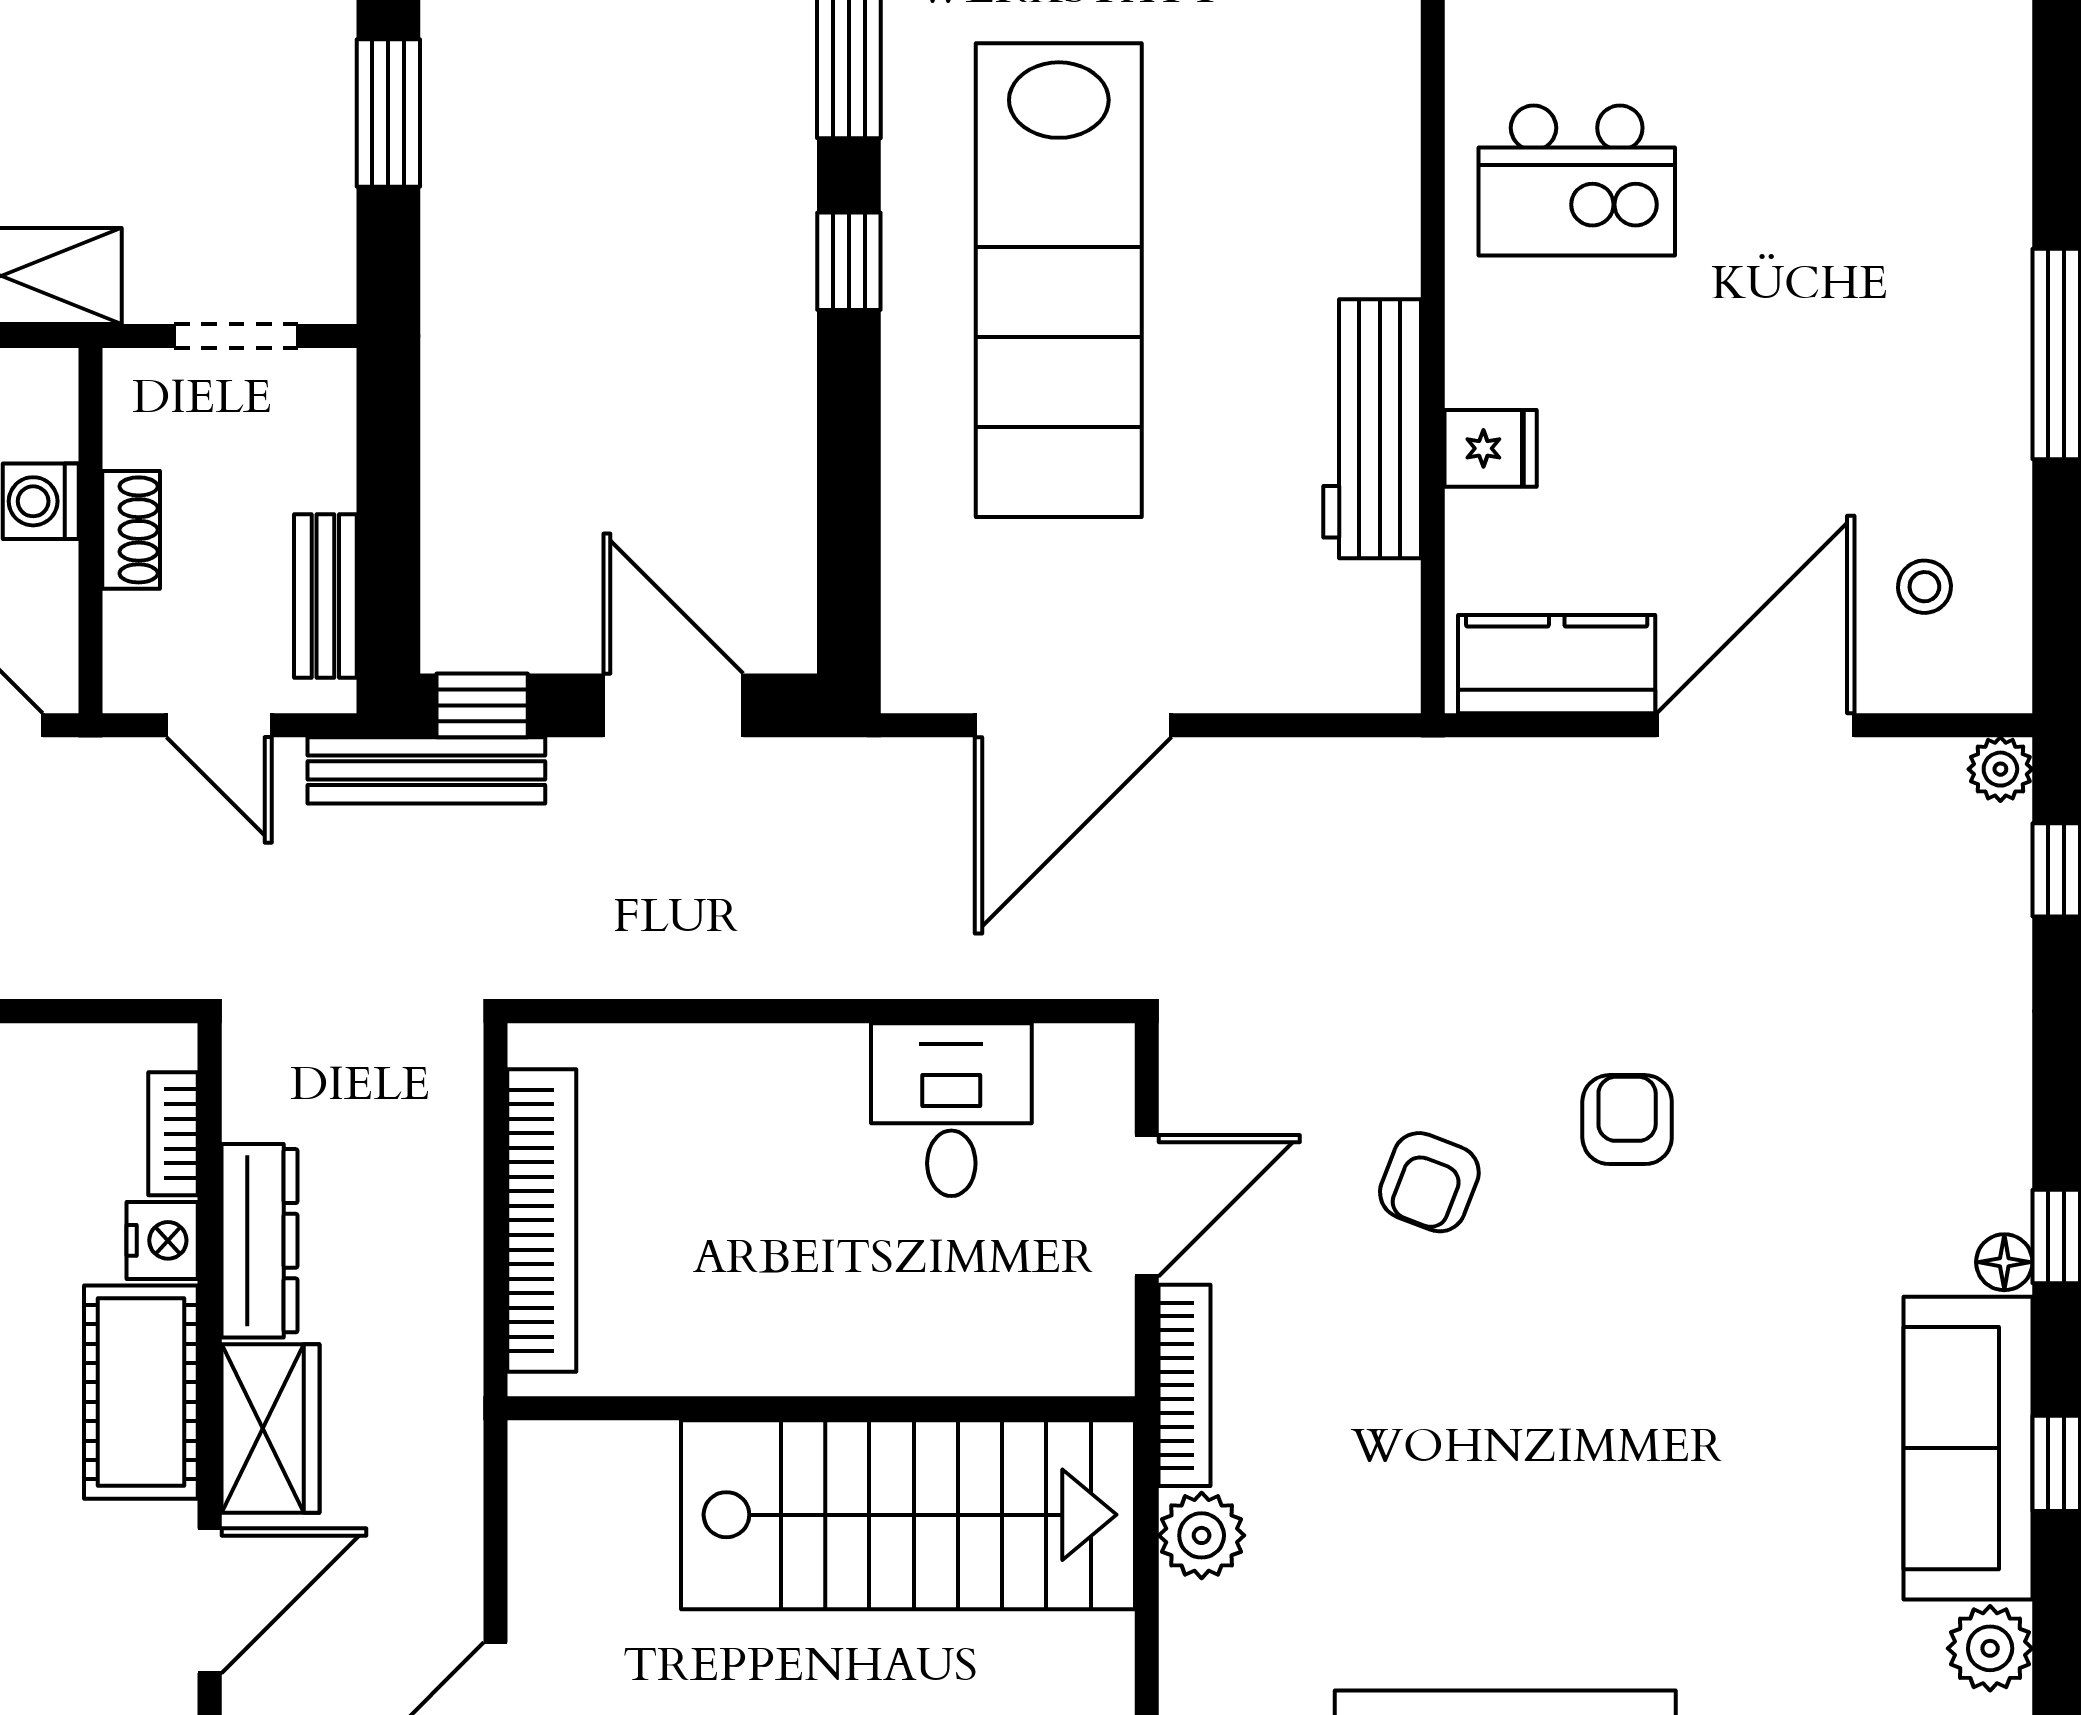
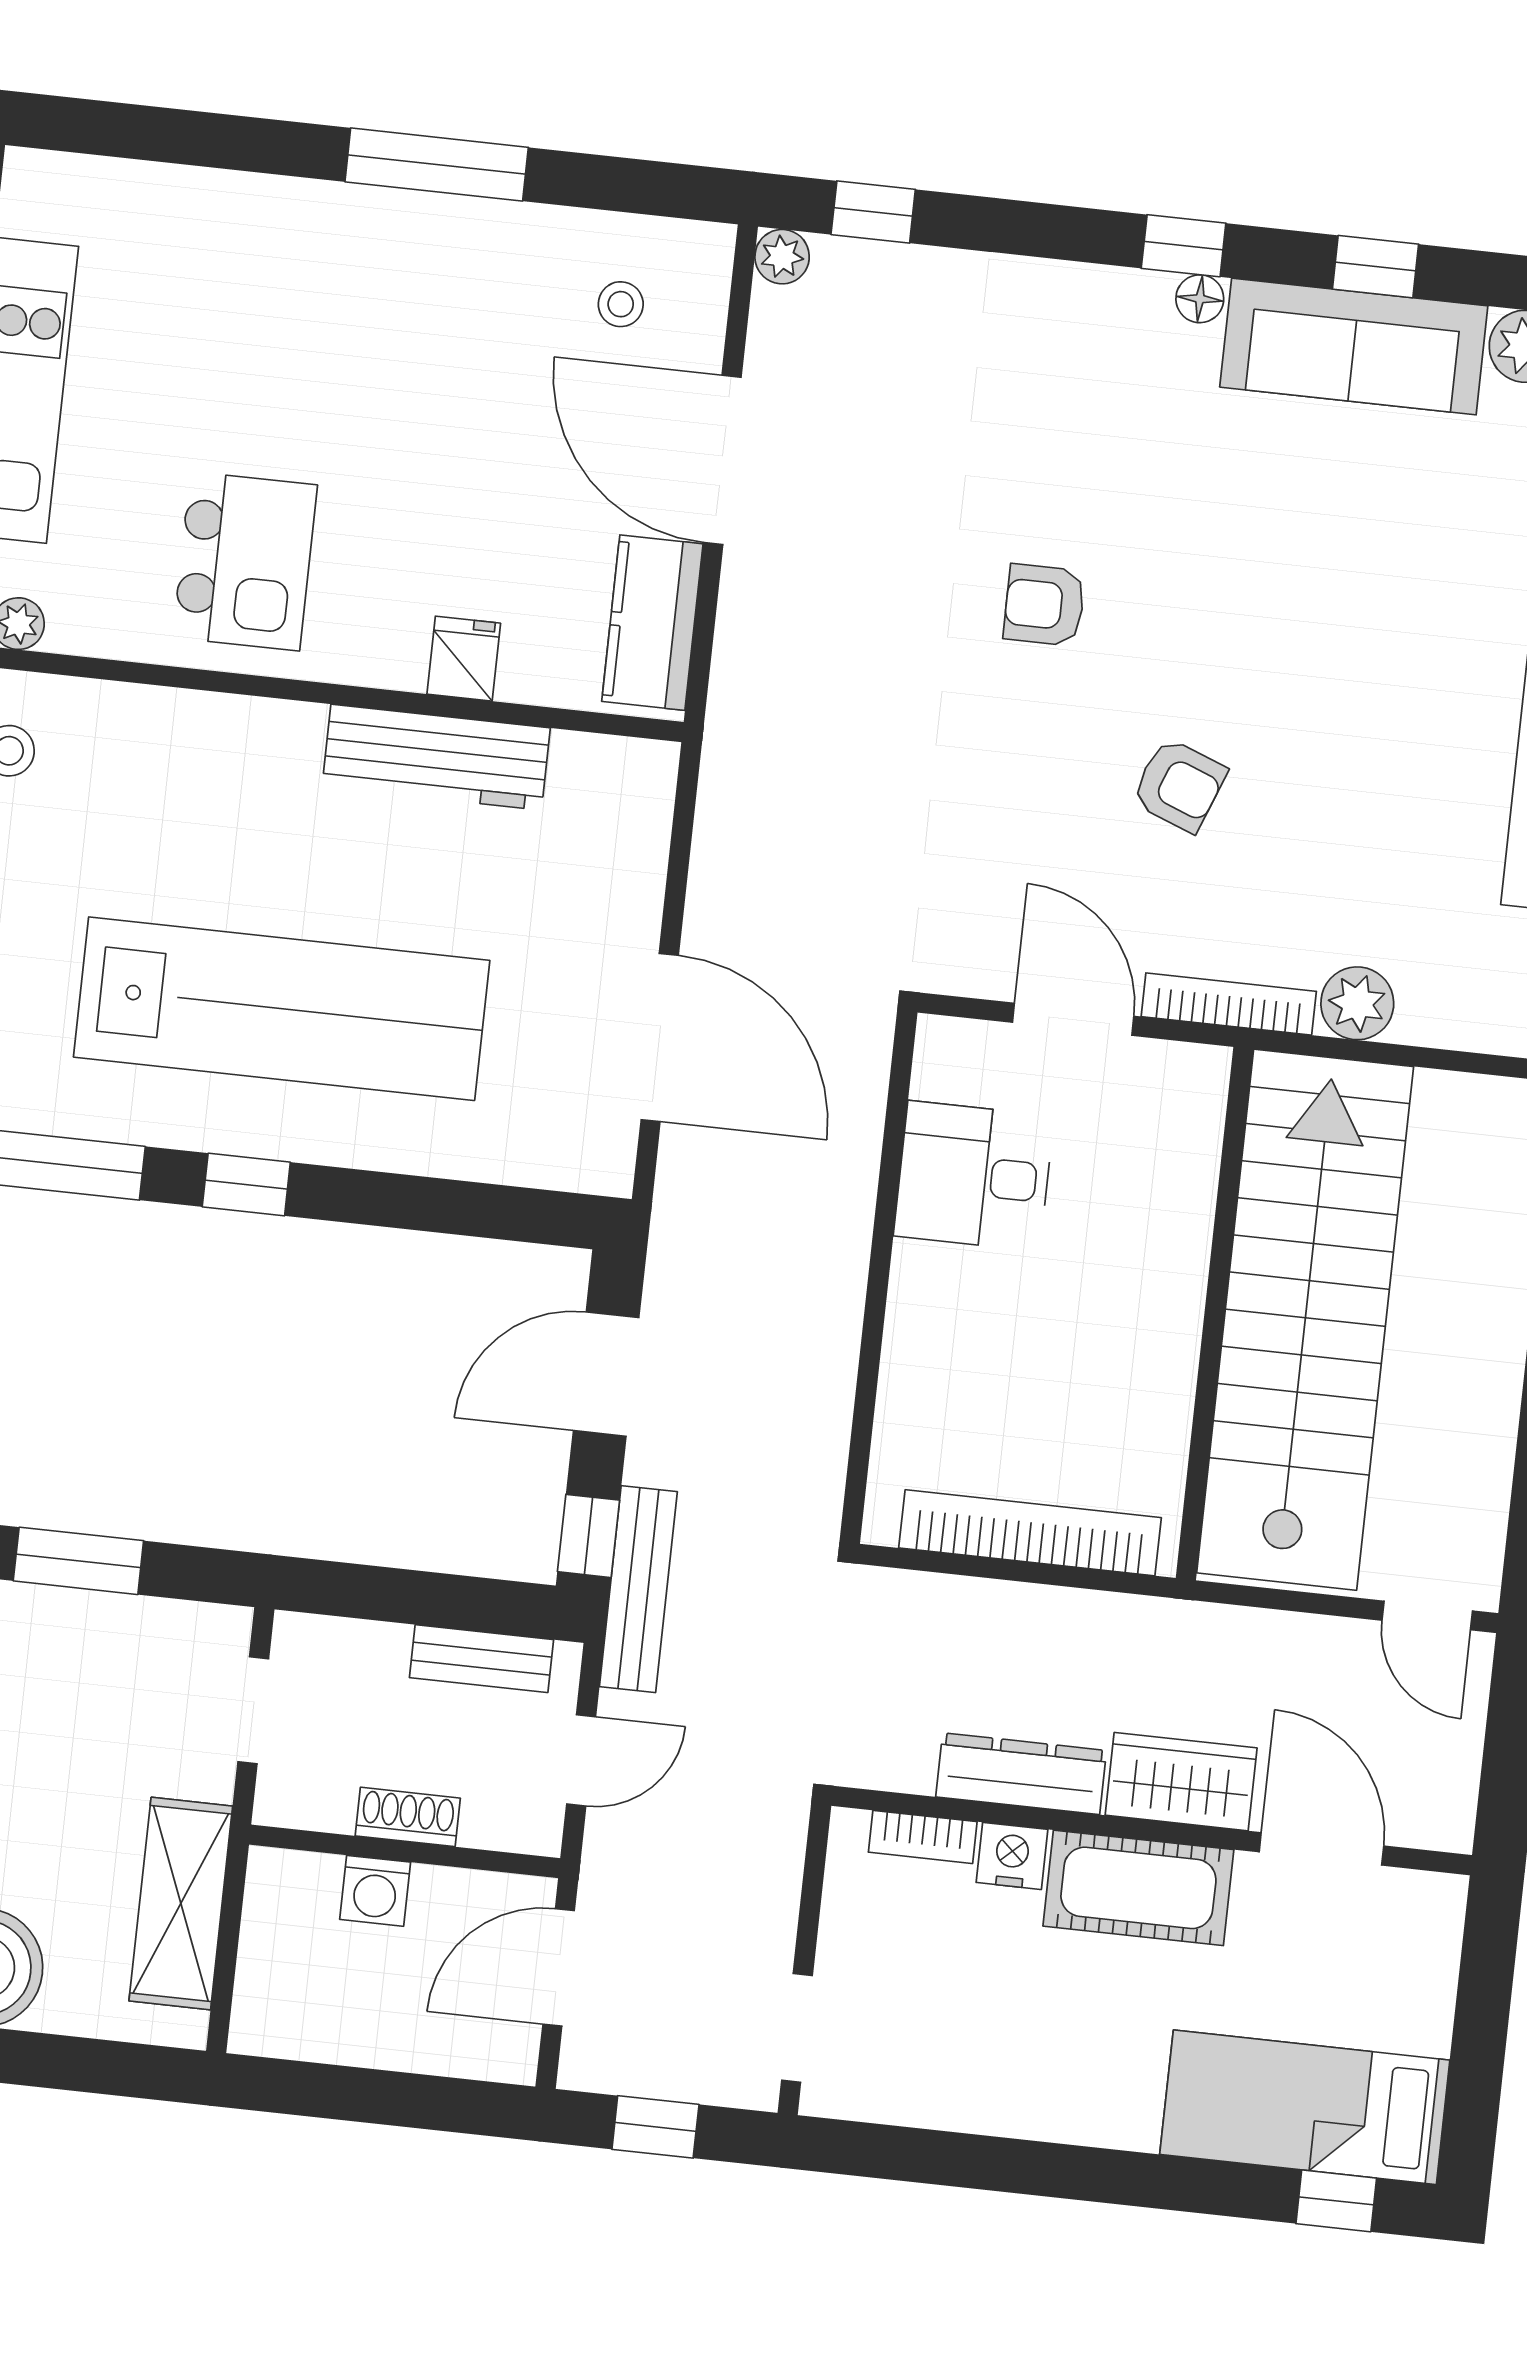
armchair: (1429, 1182) -> (1179, 785), moved
stairs: (908, 1515) -> (1305, 1320), width x1.36

